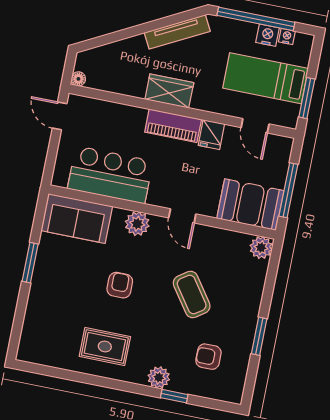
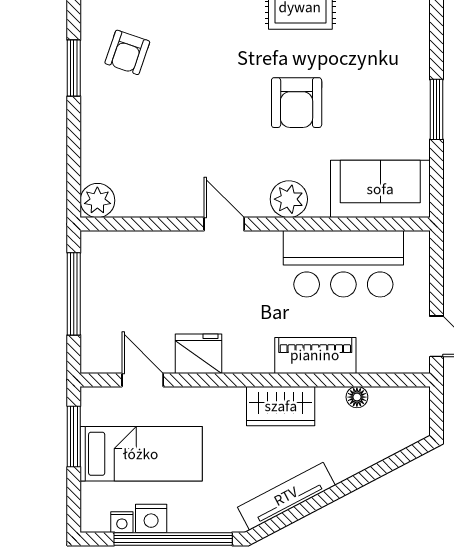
floor lamp: (78, 79) -> (357, 397), moved
piano: (173, 126) -> (315, 355), moved
fridge: (211, 135) -> (199, 354), width x1.38
booth: (250, 205) -> (126, 261), removed
armchair: (120, 285) -> (297, 103), width x1.38, depth x1.38
coffee table: (192, 294) -> (187, 110), removed
armchair: (208, 357) -> (127, 52), moved, turned 109

